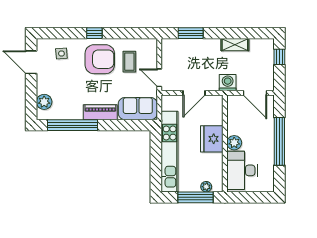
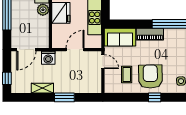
window: (191, 33) -> (64, 97), moved
armchair: (100, 59) -> (150, 77), turned 89
door: (255, 93) -> (26, 50), swing flipped

